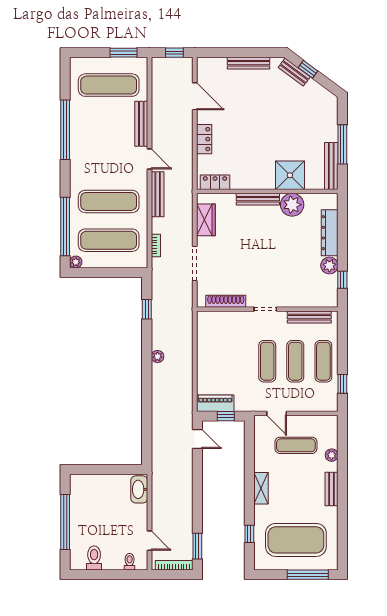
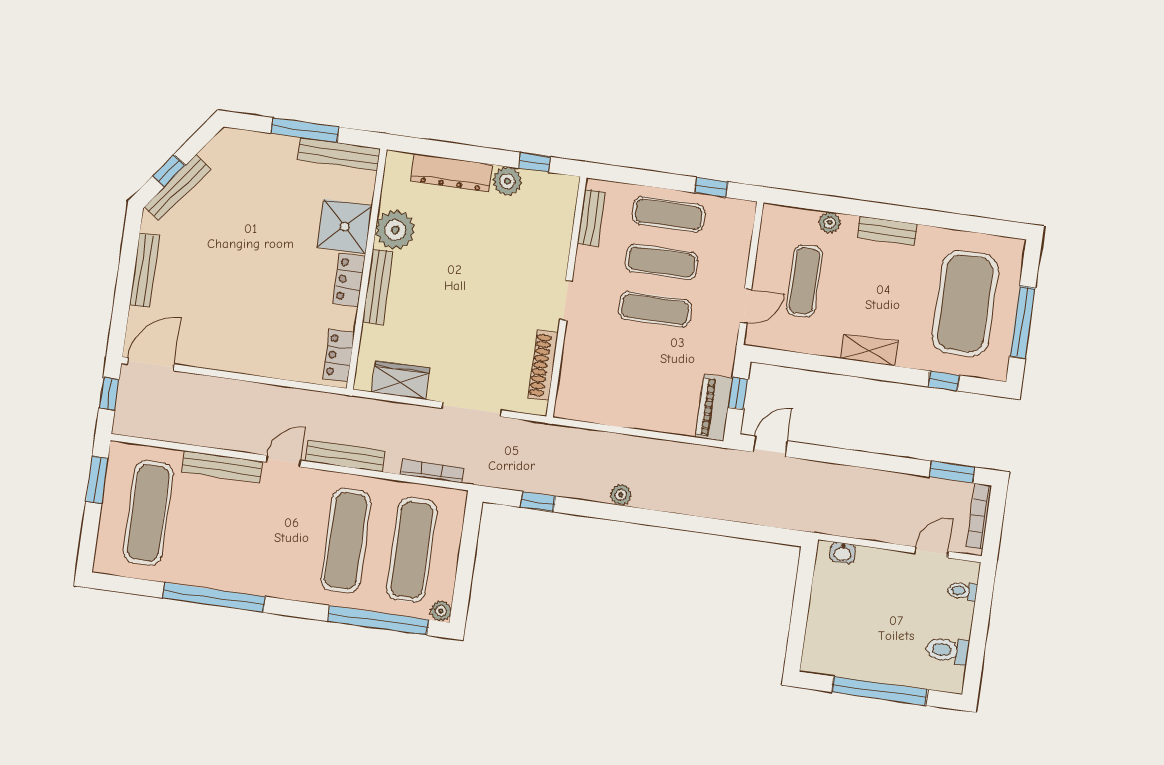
bench: (294, 72) -> (177, 188), width x1.36
door: (195, 96) -> (151, 364), moved
locker: (204, 139) -> (349, 280), moved, turned -90
bookcase: (156, 246) -> (432, 471), width x1.56
bench: (309, 317) -> (591, 218), width x0.73
washbasin: (139, 489) -> (843, 553), width x0.52, depth x0.69
window: (308, 575) -> (1023, 322), moved

